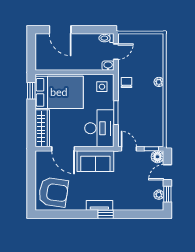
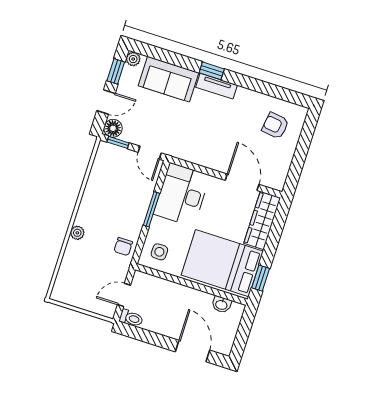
washbasin: (108, 66) -> (221, 305), moved
sofa: (95, 161) -> (168, 79), moved, turned 180
armchair: (53, 192) -> (275, 126), width x0.53, depth x0.53
plant: (159, 195) -> (133, 59), moved

